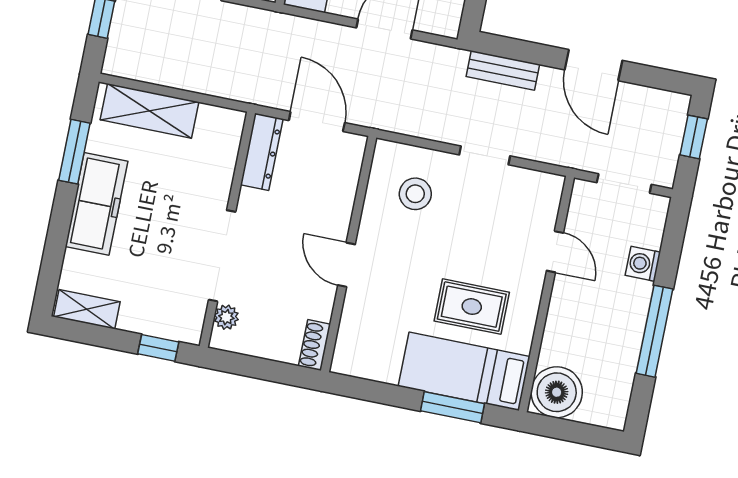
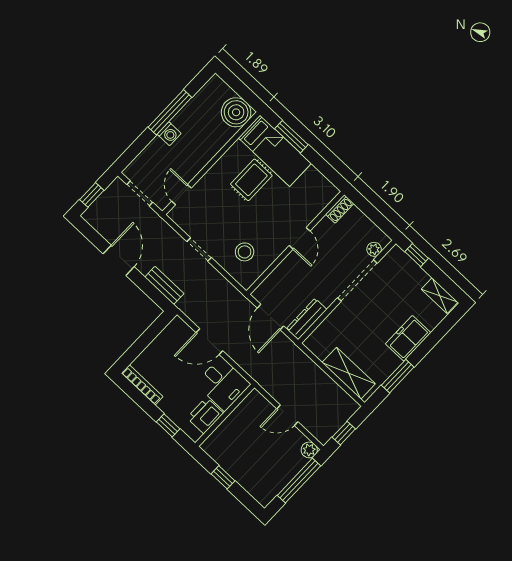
freezer: (97, 204) -> (408, 338), width x0.71
door: (555, 252) -> (181, 195), moved
washing machine: (643, 264) -> (169, 134), moved
rug: (472, 307) -> (251, 180), turned 90

